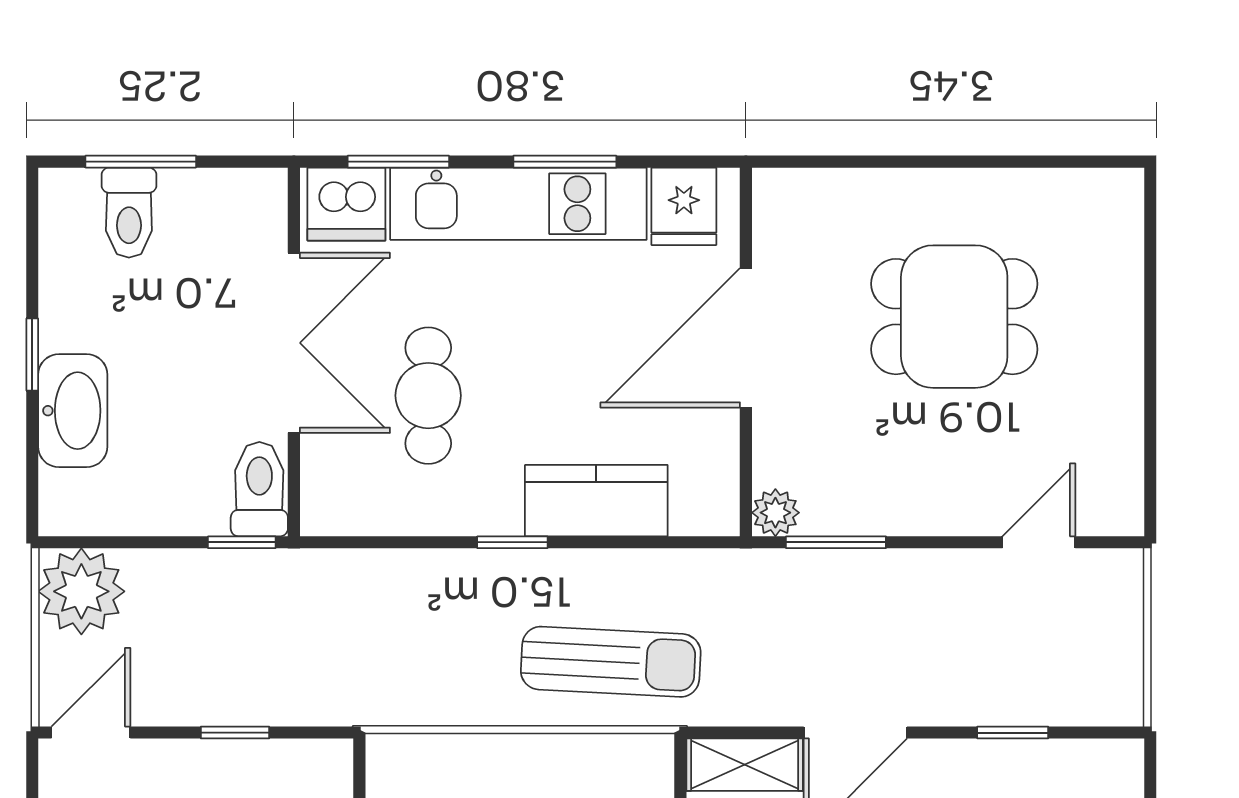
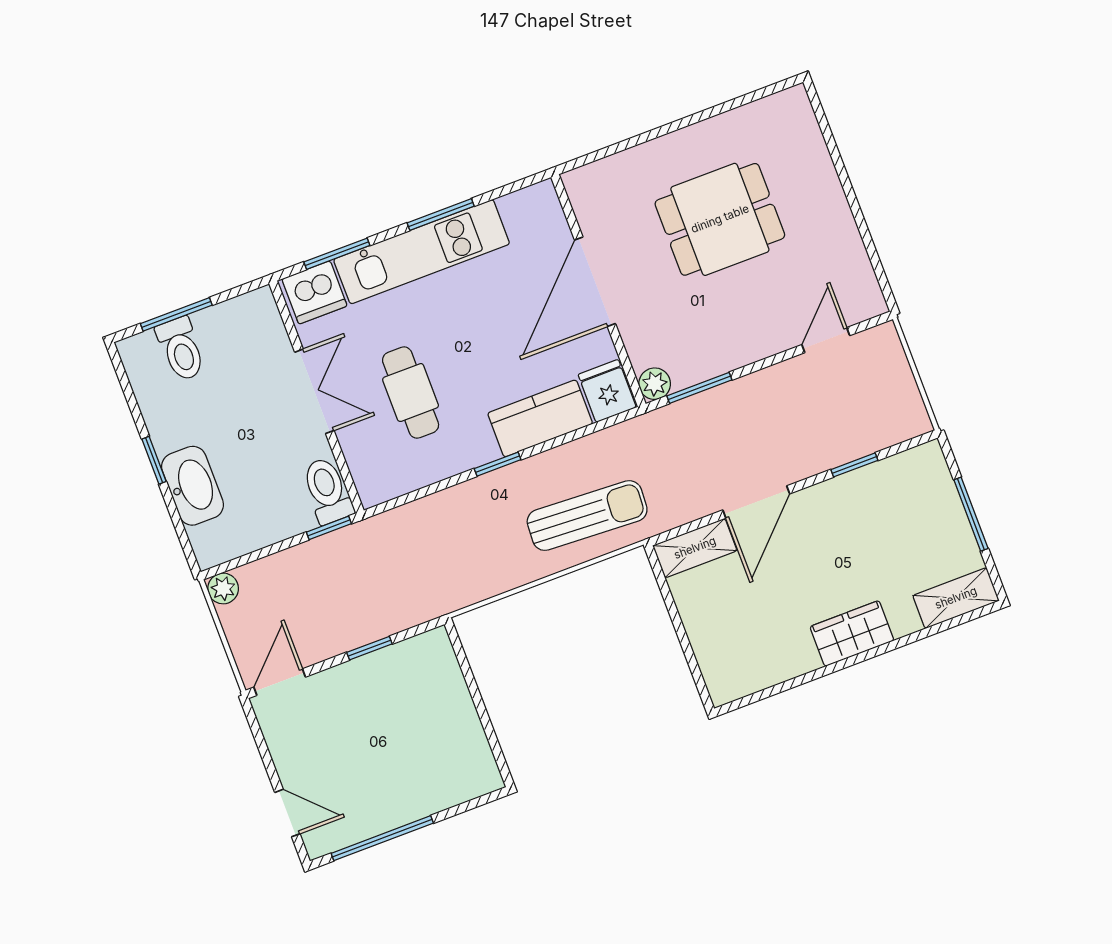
fridge: (684, 206) -> (607, 391), moved, turned 180
double door: (294, 343) -> (314, 391), width x0.73
plant: (81, 591) -> (223, 588), width x0.53, depth x0.53

